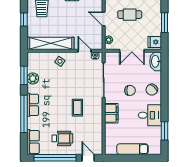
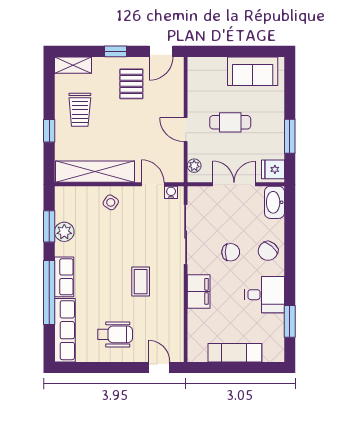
double door: (132, 51) -> (234, 184), swing flipped
row of seats: (33, 142) -> (65, 330), width x1.48
window: (55, 158) -> (102, 367), removed

